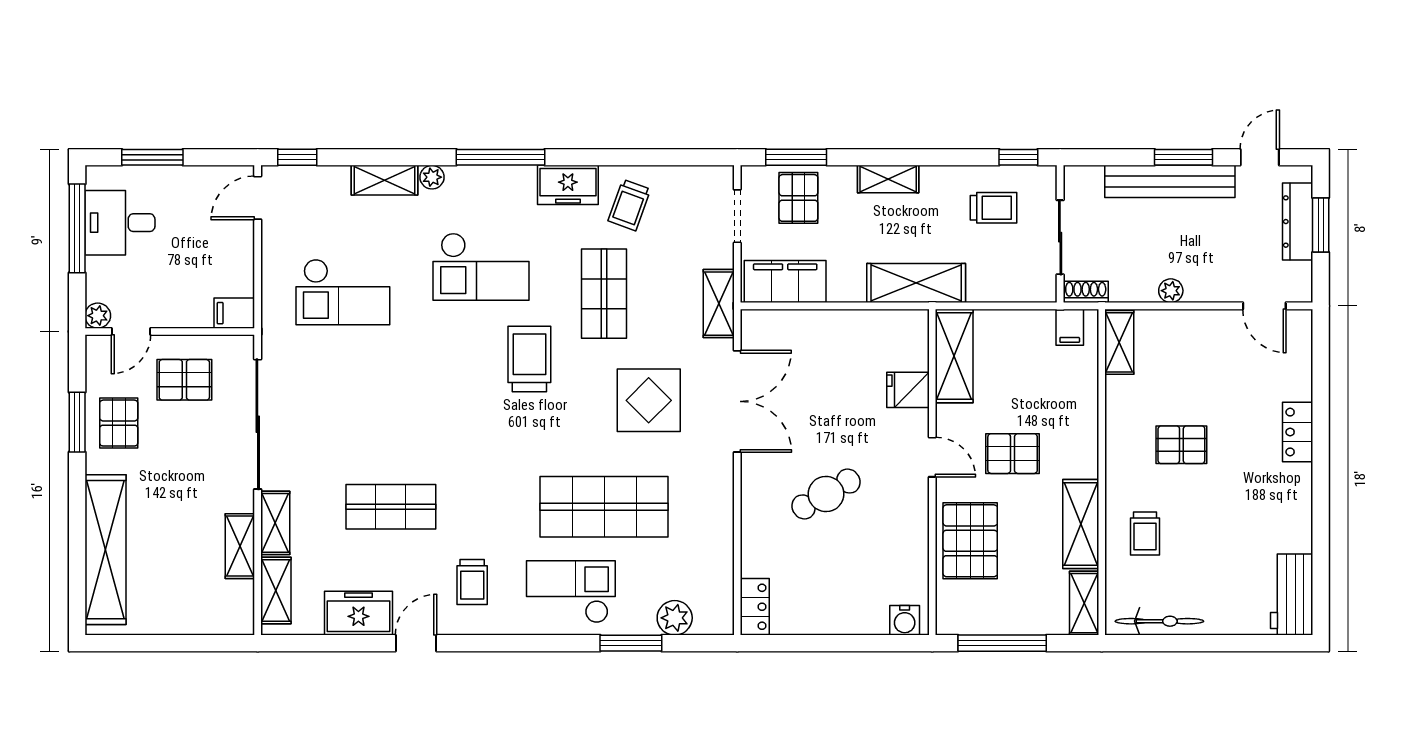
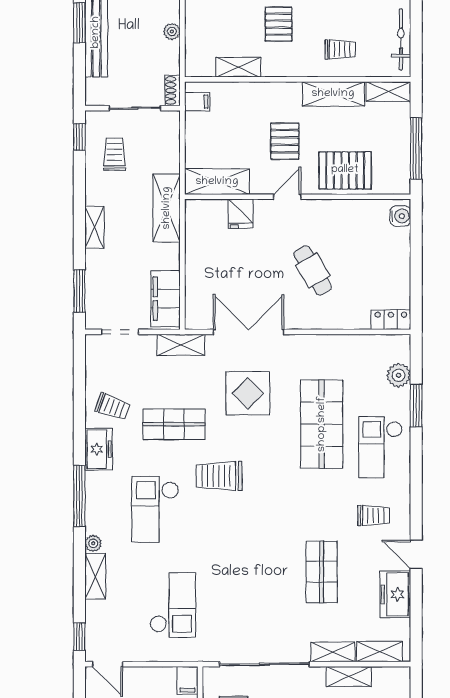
pallet: (798, 198) -> (108, 290), removed
checkout: (481, 267) -> (155, 509), turned 180
shelving: (1119, 342) -> (238, 67), moved

